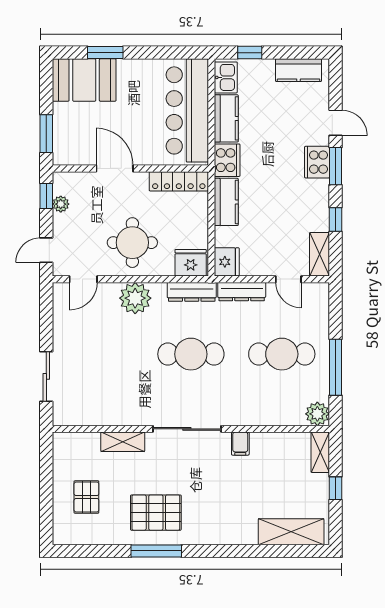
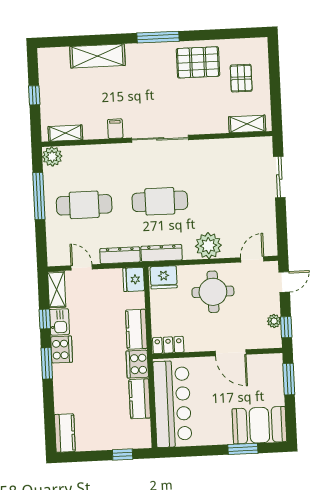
kitchen counter: (299, 70) -> (65, 433), moved, turned 90
kitchen sink: (226, 77) -> (59, 322), moved, turned 180
door: (335, 123) -> (49, 399), removed
cooker: (317, 162) -> (62, 349), moved
locker: (179, 181) -> (168, 345), width x0.66
shelving: (123, 442) -> (247, 124), moved
shelving: (320, 452) -> (65, 133), moved, turned 90
pallet: (156, 513) -> (198, 62), moved
shelving: (291, 532) -> (97, 56), moved
window: (156, 551) -> (158, 37), moved

